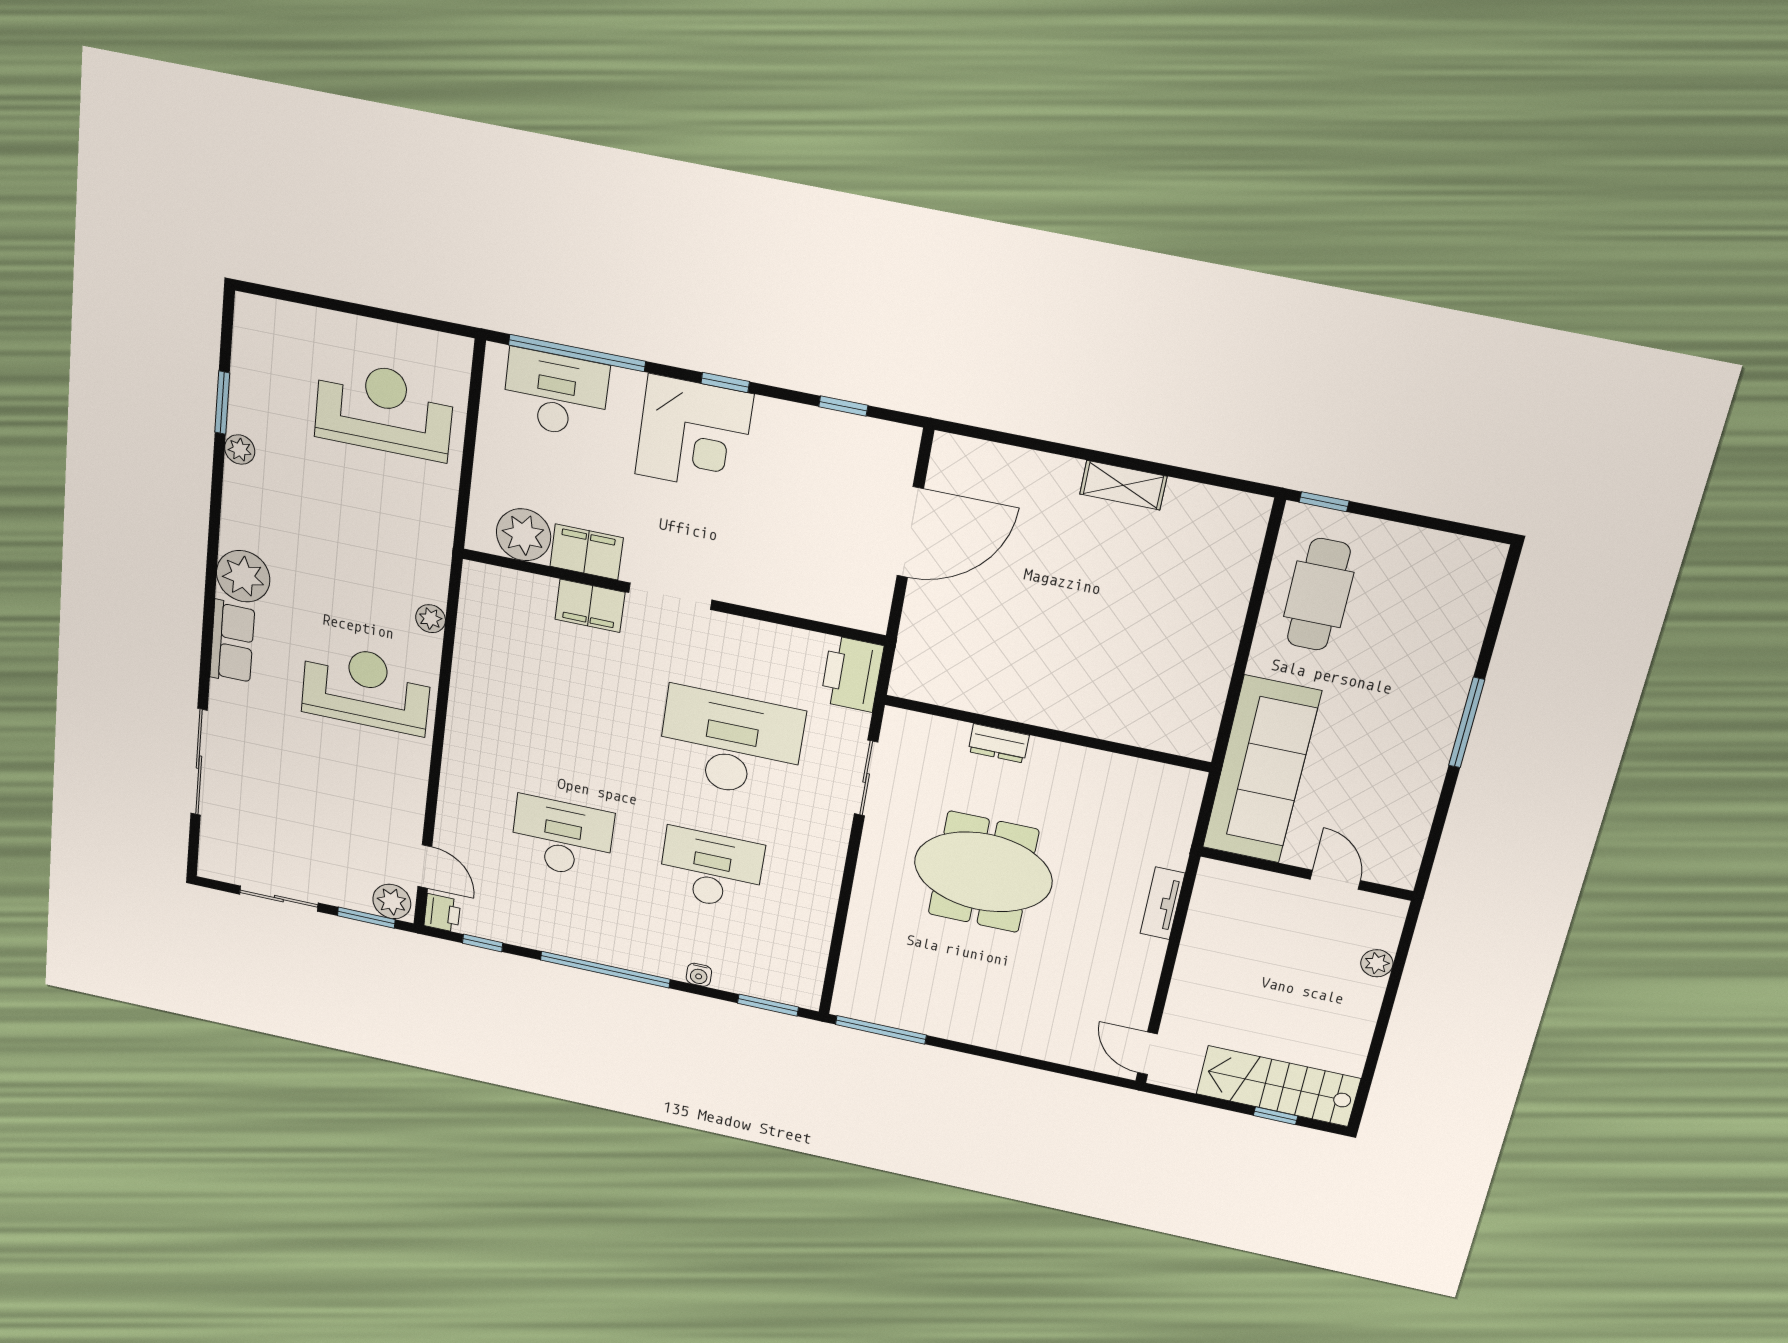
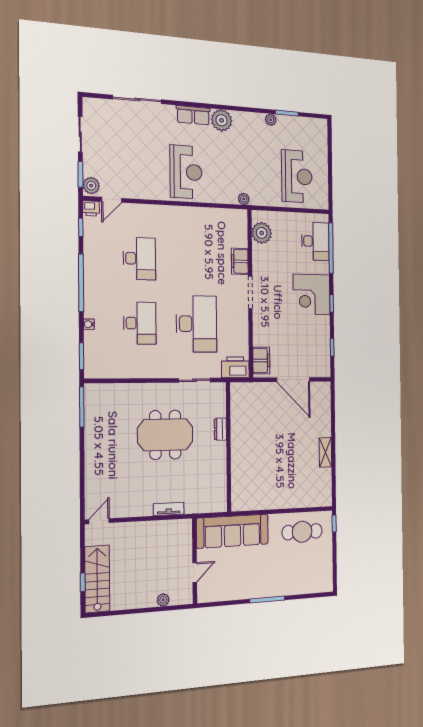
filing cabinet: (587, 552) -> (261, 360), moved
plant: (431, 619) -> (244, 199), moved
meeting table: (983, 872) -> (165, 435), turned 90

